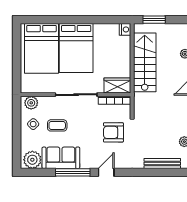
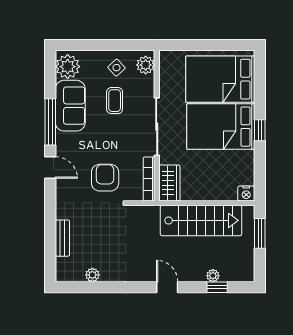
window: (79, 20) -> (260, 130), added
bench: (162, 164) -> (62, 238), width x0.73

